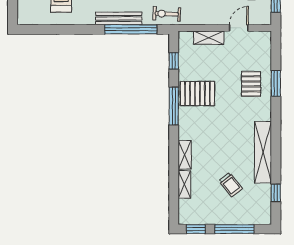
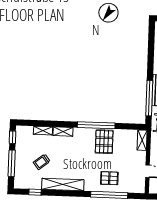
shelving: (209, 38) -> (142, 140), moved
window: (174, 61) -> (127, 126), removed
window: (276, 83) -> (109, 195), width x2.11
window: (174, 106) -> (96, 125), width x1.46

